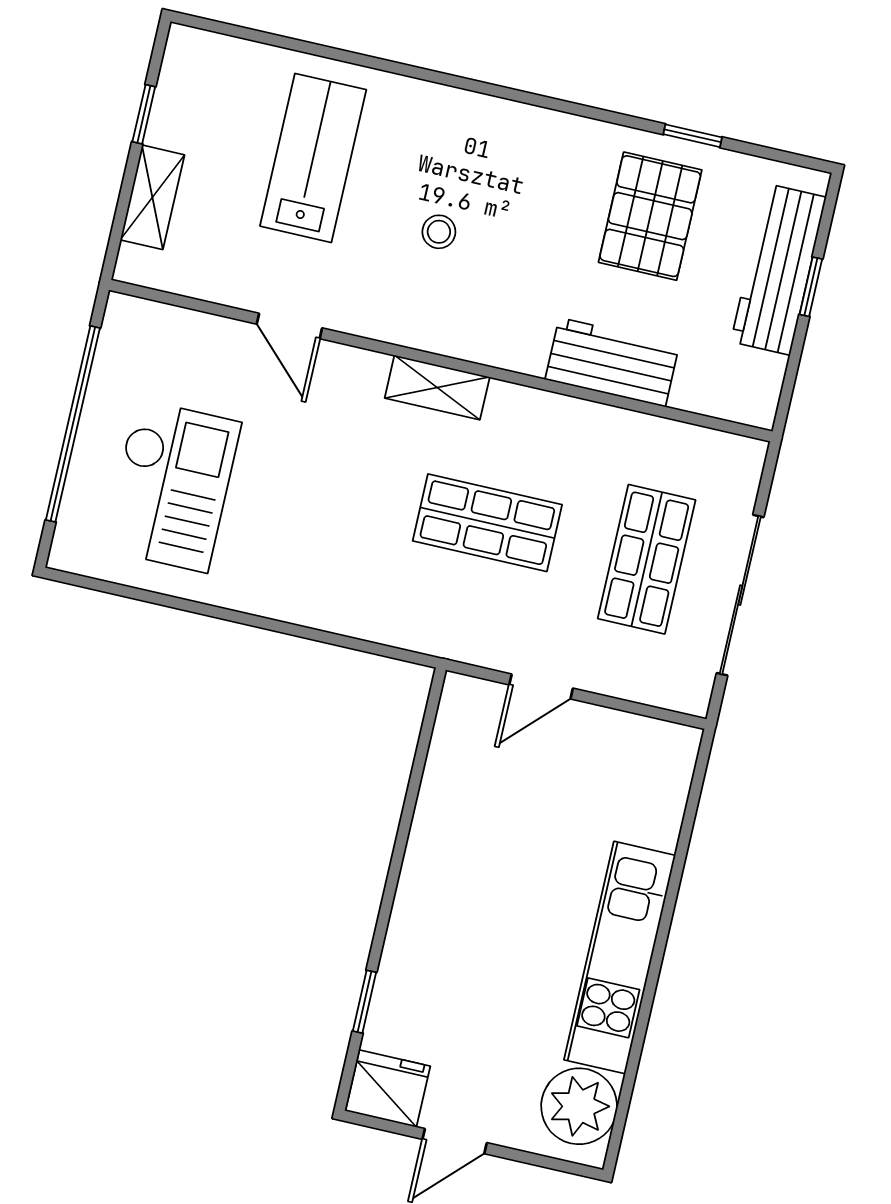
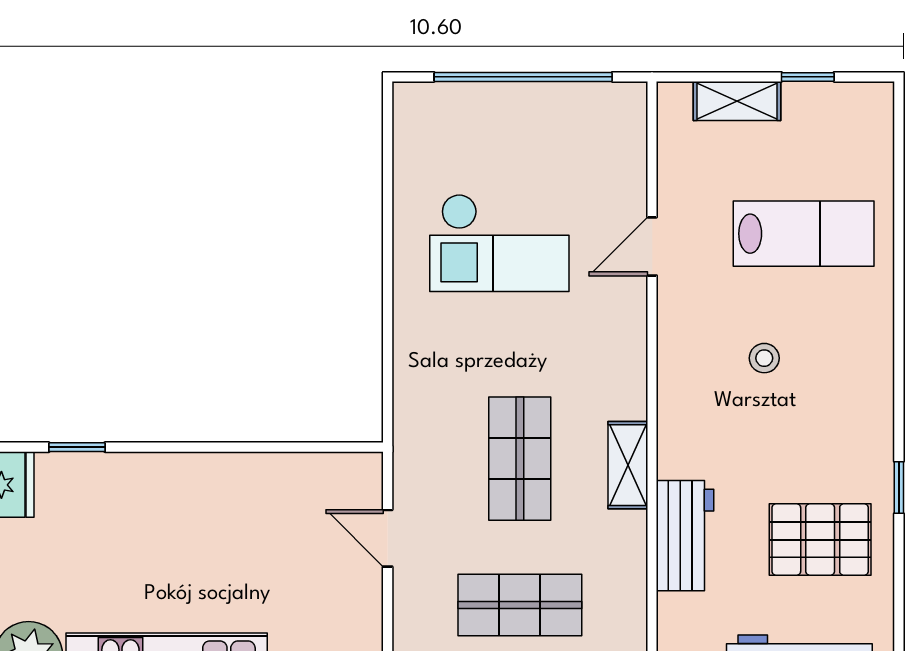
window: (693, 136) -> (899, 488), moved
shelving: (437, 387) -> (628, 465), moved
checkout: (172, 486) -> (499, 243), moved

